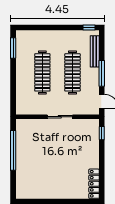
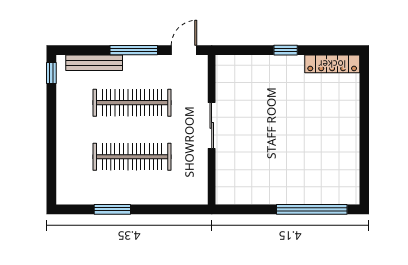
window: (13, 48) -> (112, 209), moved
window: (102, 133) -> (286, 50), moved
window: (13, 150) -> (312, 209), moved

